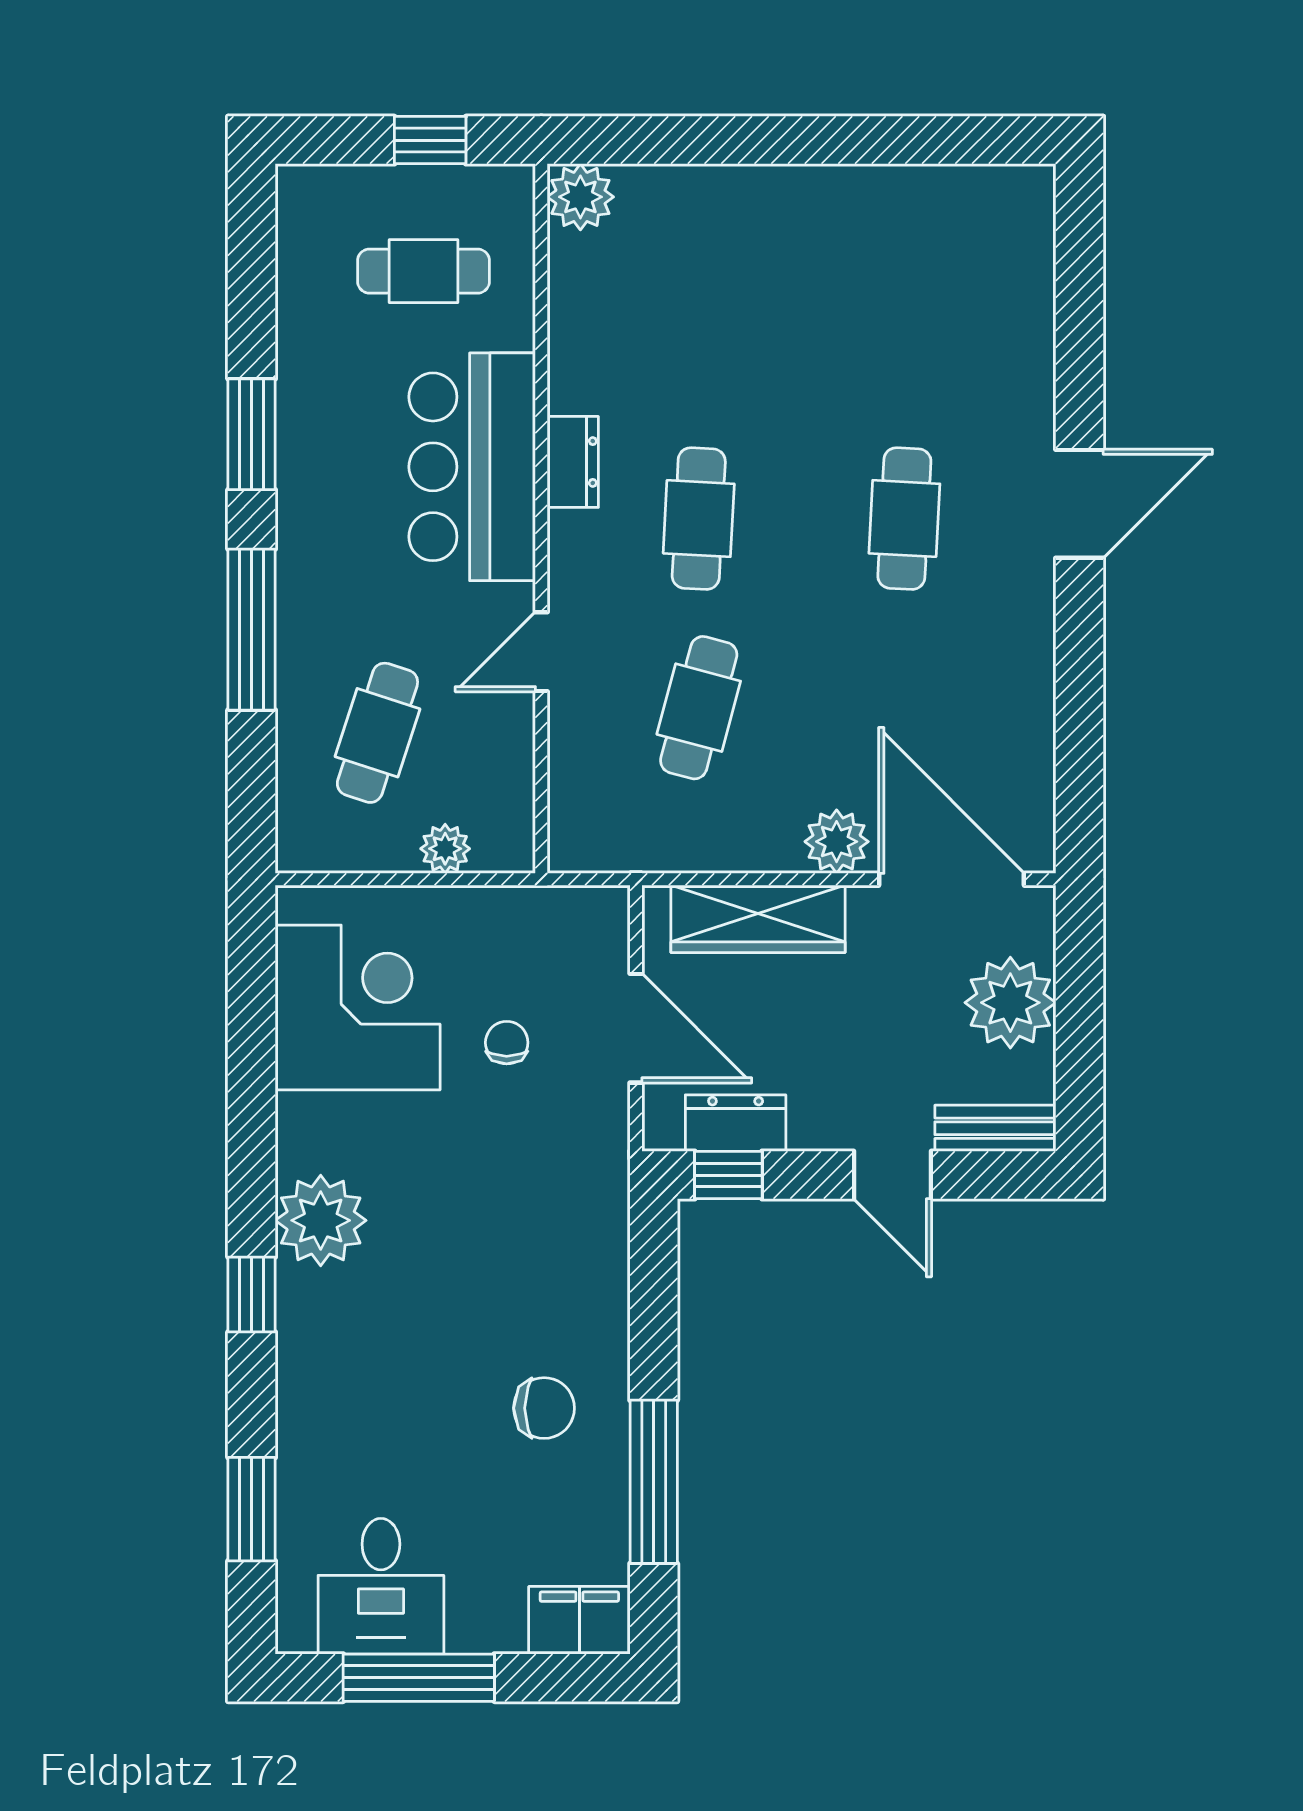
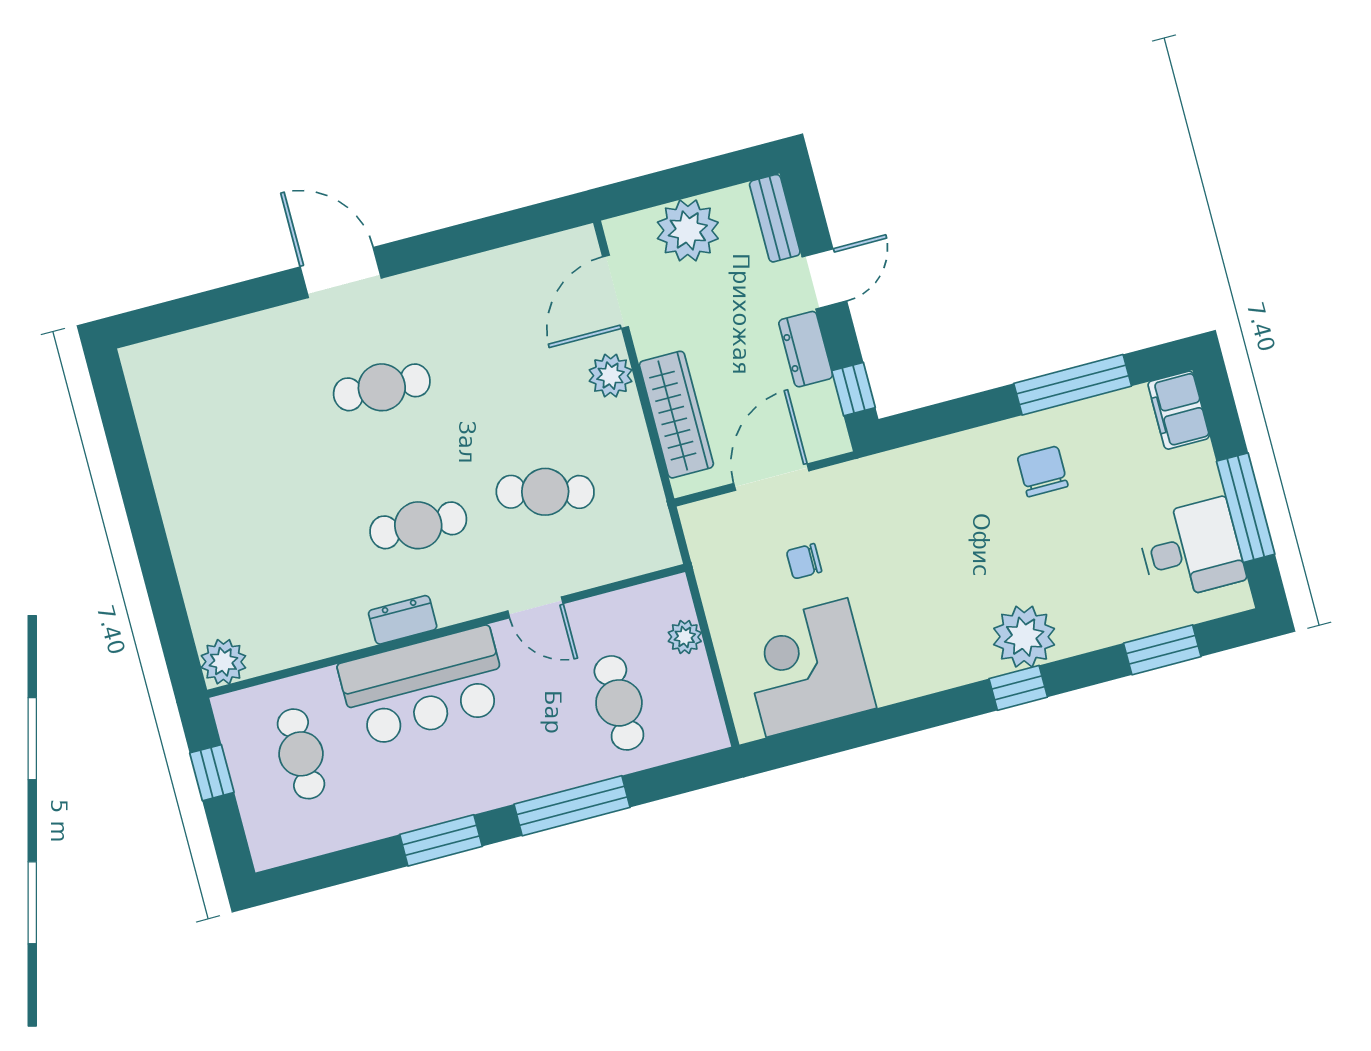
cafe table: (377, 733) -> (619, 703), turned 72
door: (952, 879) -> (616, 292), width x0.73
dresser: (736, 1123) -> (806, 349), moved
plant: (321, 1220) -> (1024, 637), moved

